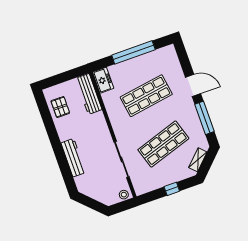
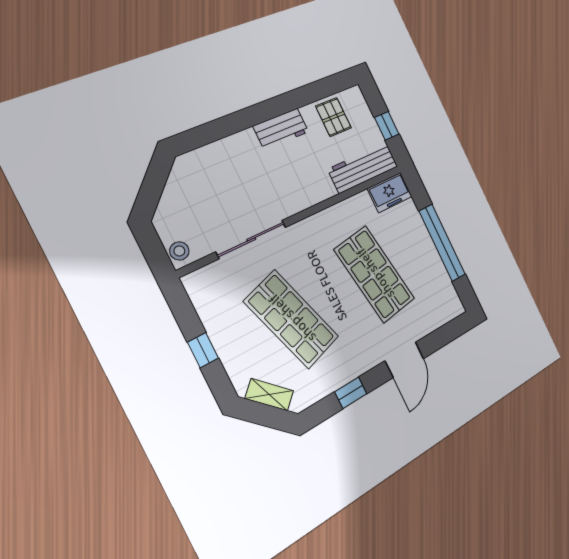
window: (66, 76) -> (387, 126), added
pallet: (60, 107) -> (333, 117), turned 90
window: (205, 118) -> (351, 393), width x0.46
workbench: (73, 158) -> (281, 129), moved, width x0.73

